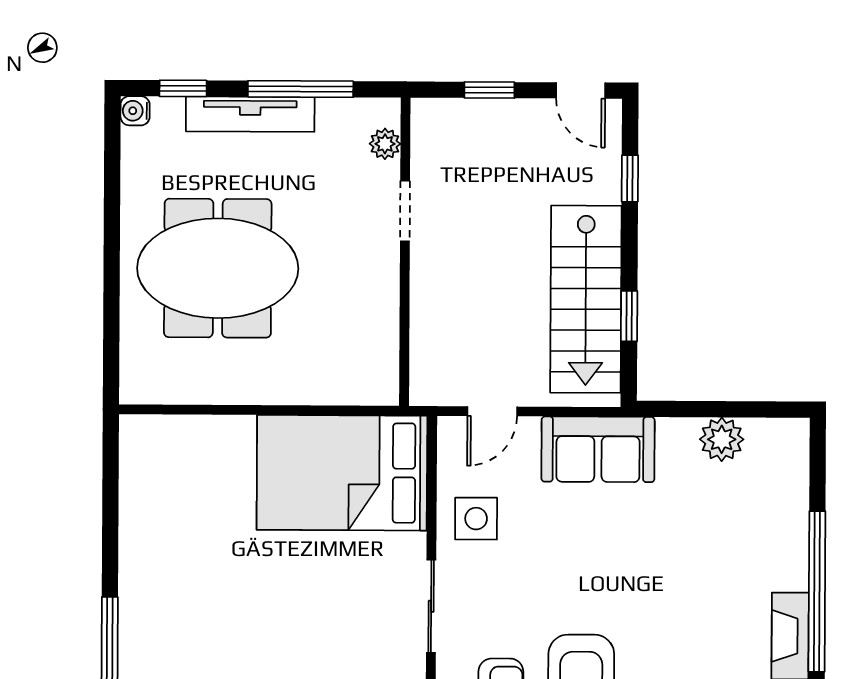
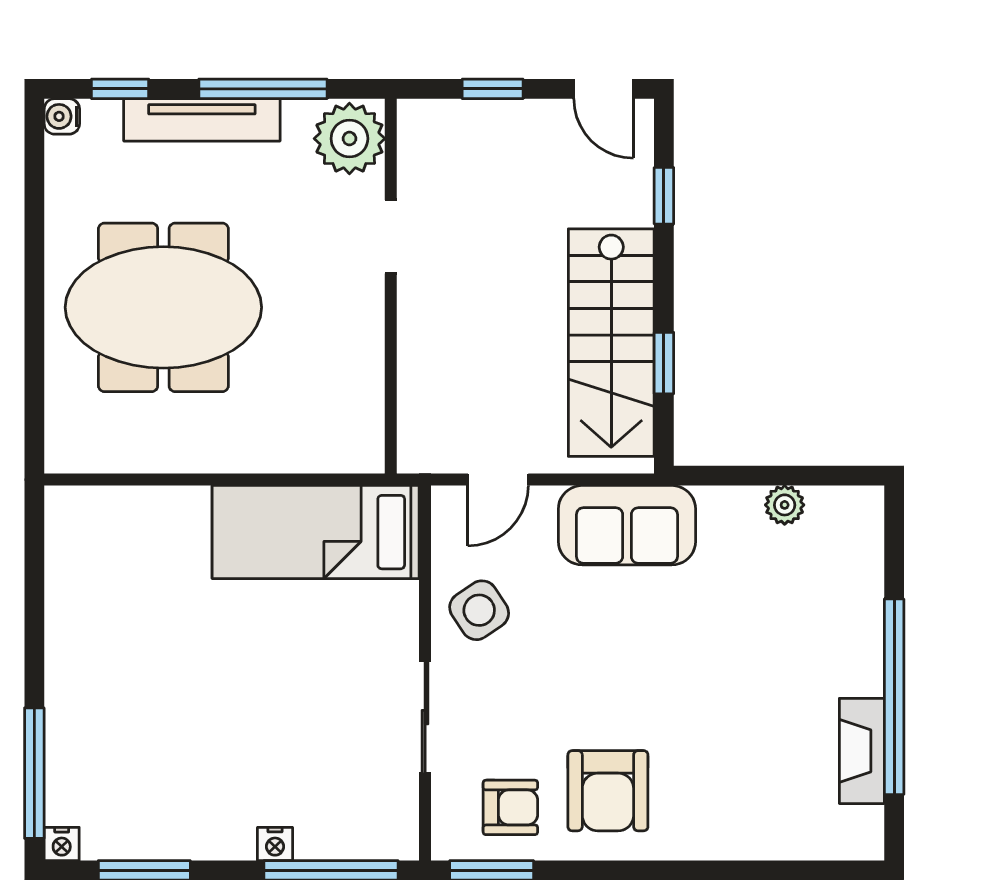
plant: (385, 144) -> (349, 139), width x1.88, depth x1.88
plant: (722, 439) -> (785, 505), width x0.73, depth x0.73
bed: (342, 473) -> (316, 532), width x0.67
side table: (476, 519) -> (479, 610), turned -34

